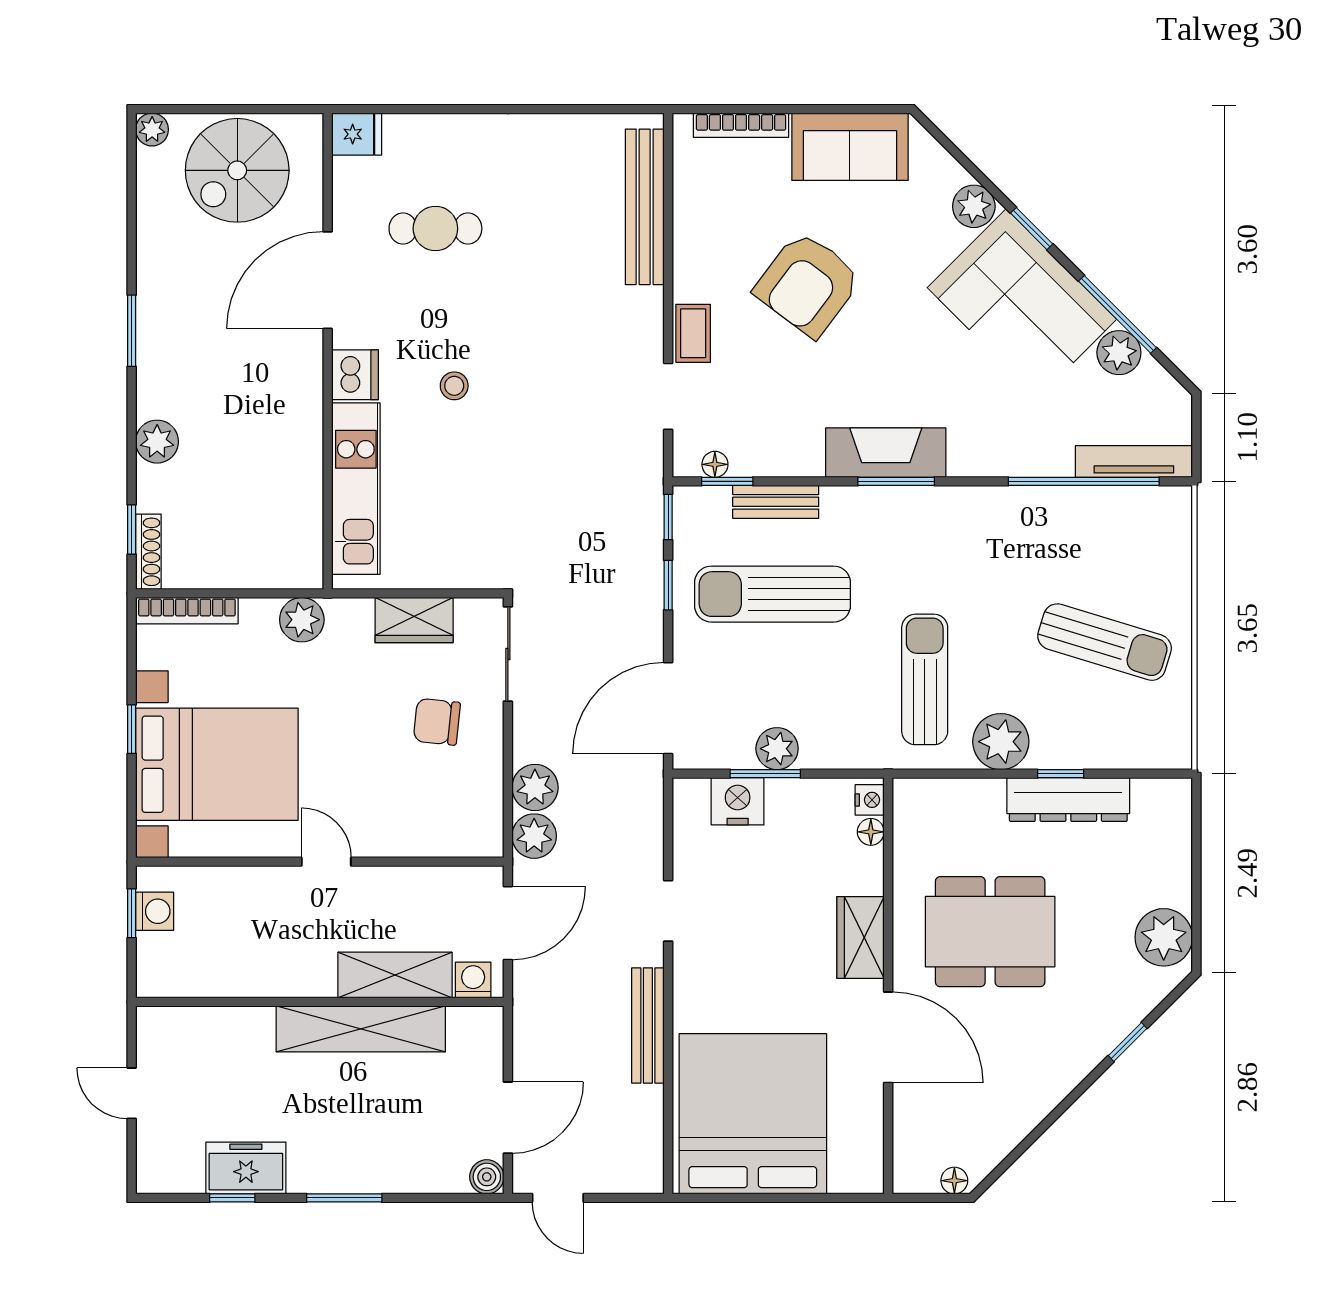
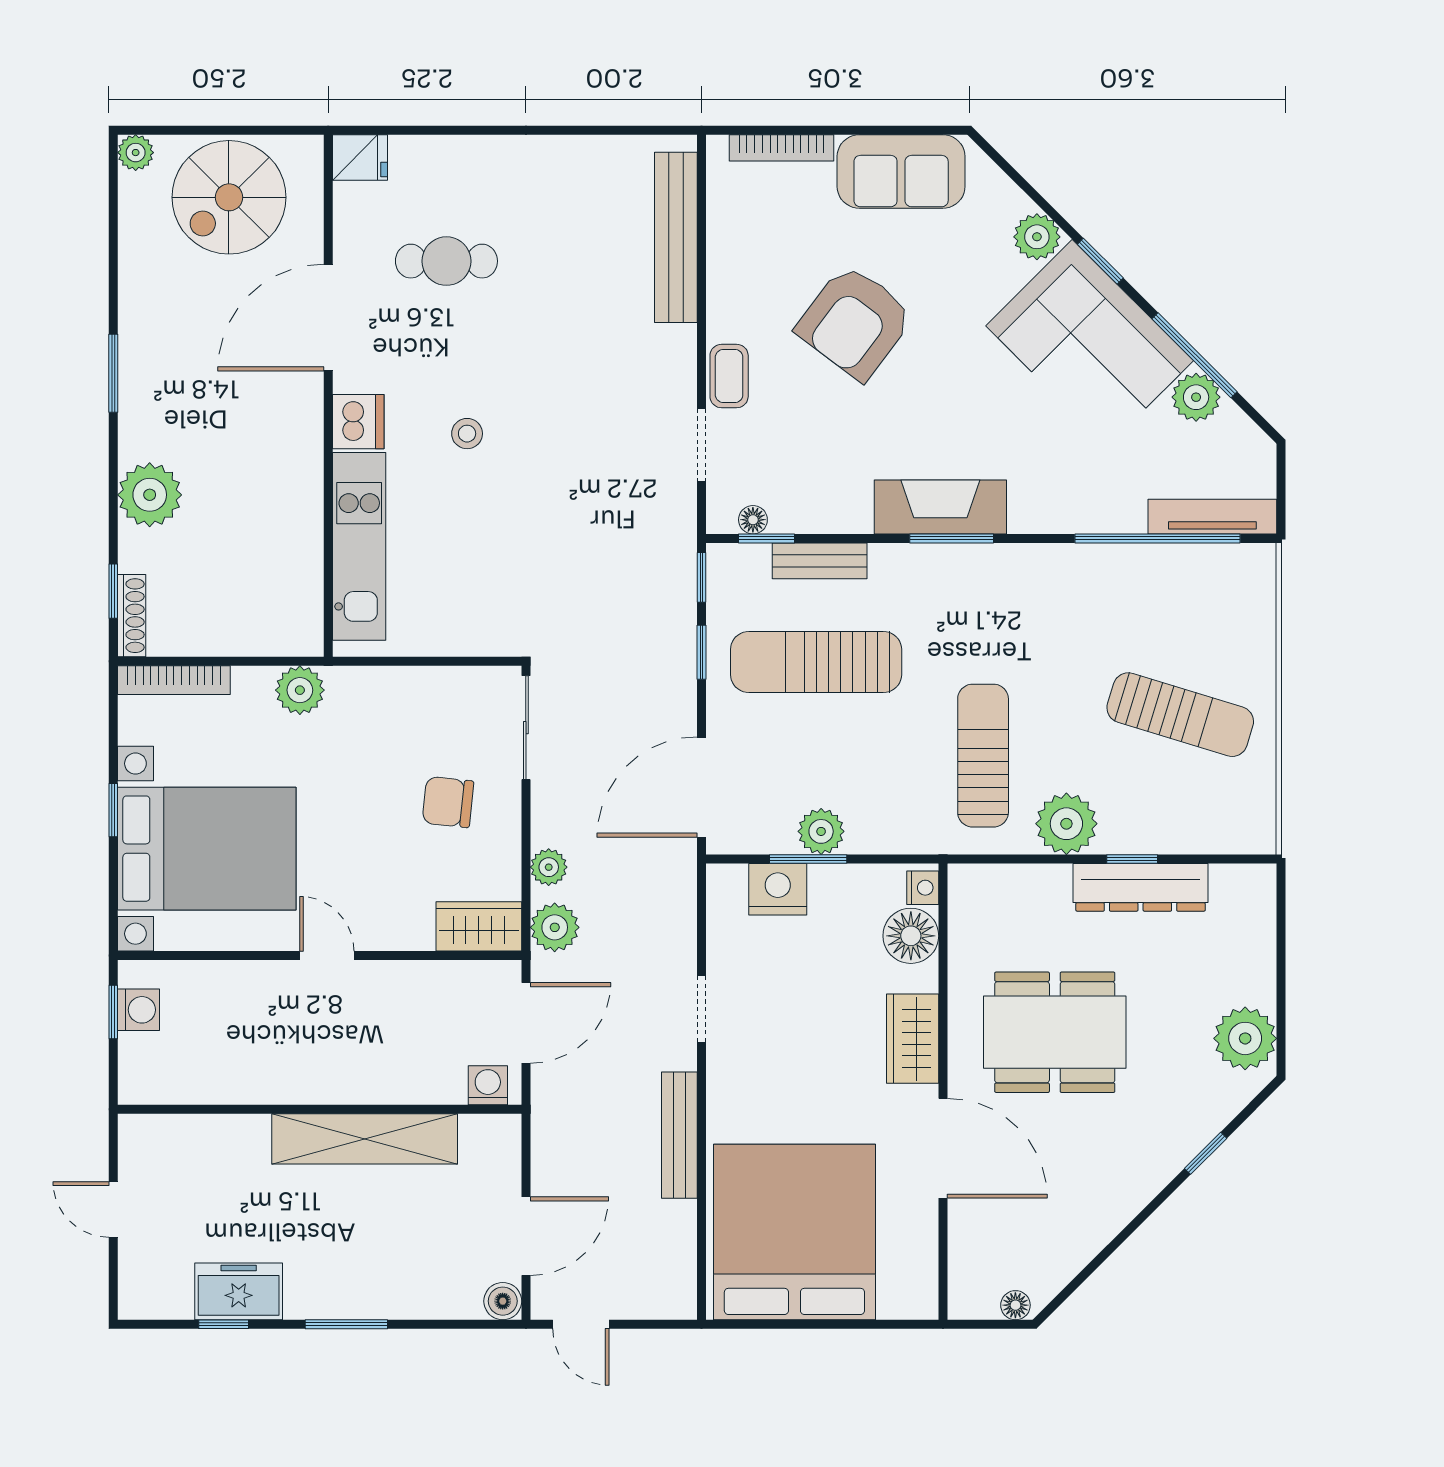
plant: (157, 442) -> (150, 495), width x1.36, depth x1.36
wardrobe: (414, 620) -> (479, 926), moved, turned 180
plant: (535, 787) -> (549, 867), width x0.73, depth x0.73
floor lamp: (871, 832) -> (911, 936), width x1.89, depth x1.89
shelving: (395, 975) -> (402, 1080), removed

